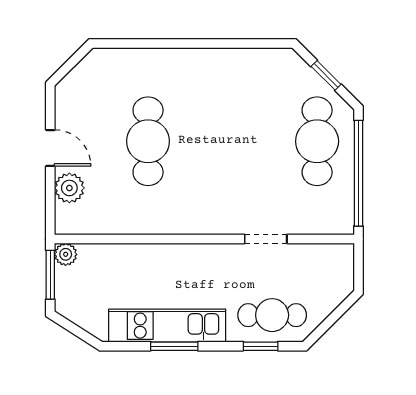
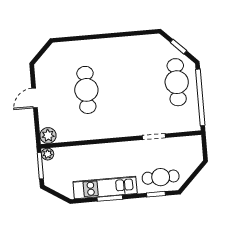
door: (50, 148) -> (35, 98), swing flipped
plant: (69, 188) -> (48, 135), moved

